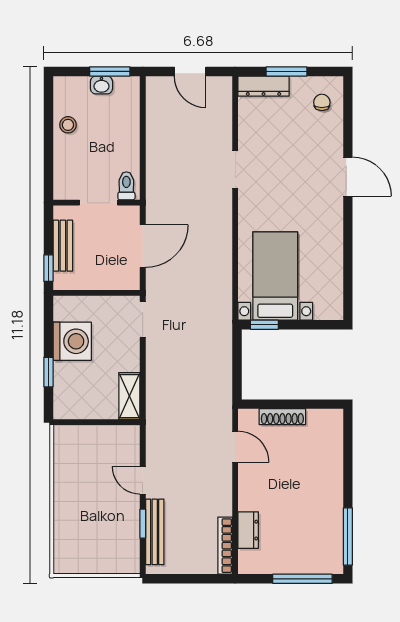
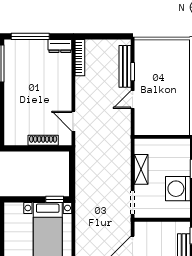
shelving: (129, 396) -> (141, 169), moved
door: (143, 480) -> (133, 100), swing flipped
dresser: (248, 530) -> (60, 46), moved, turned -90

